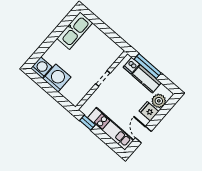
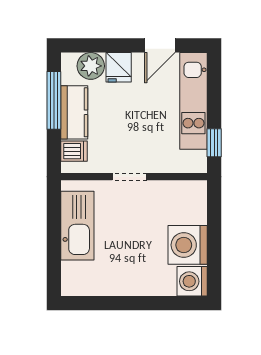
kitchen sink: (75, 31) -> (77, 226), moved, turned 90
window: (148, 66) -> (54, 100), moved

